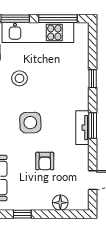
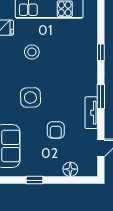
side table: (30, 123) -> (30, 97), moved
tv unit: (82, 128) -> (91, 113), moved

